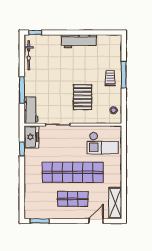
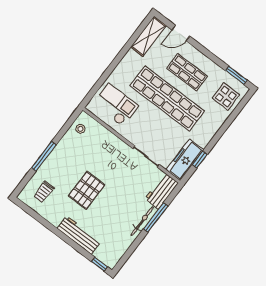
workbench: (79, 41) -> (79, 235), moved
bicycle: (29, 55) -> (142, 221), moved
trolley: (110, 78) -> (44, 192), moved
pallet: (83, 97) -> (87, 190), moved
freezer: (31, 137) -> (185, 160), width x1.40
display table: (36, 202) -> (226, 96), added

